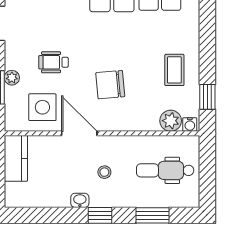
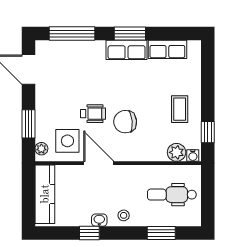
wheelchair: (53, 62) -> (93, 114), moved, turned 180
plant: (12, 78) -> (41, 149), moved
kitchen counter: (16, 158) -> (45, 194), width x1.50
stool: (104, 172) -> (124, 215), moved
window: (100, 215) -> (89, 233), moved

